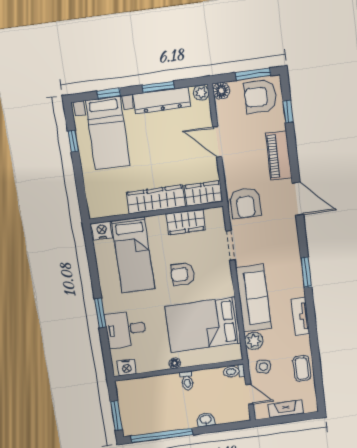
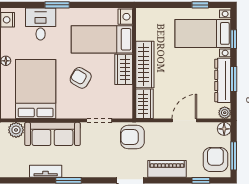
wardrobe: (186, 222) -> (124, 69), moved
armchair: (183, 274) -> (81, 78), turned -60
tv unit: (300, 317) -> (46, 171), moved

